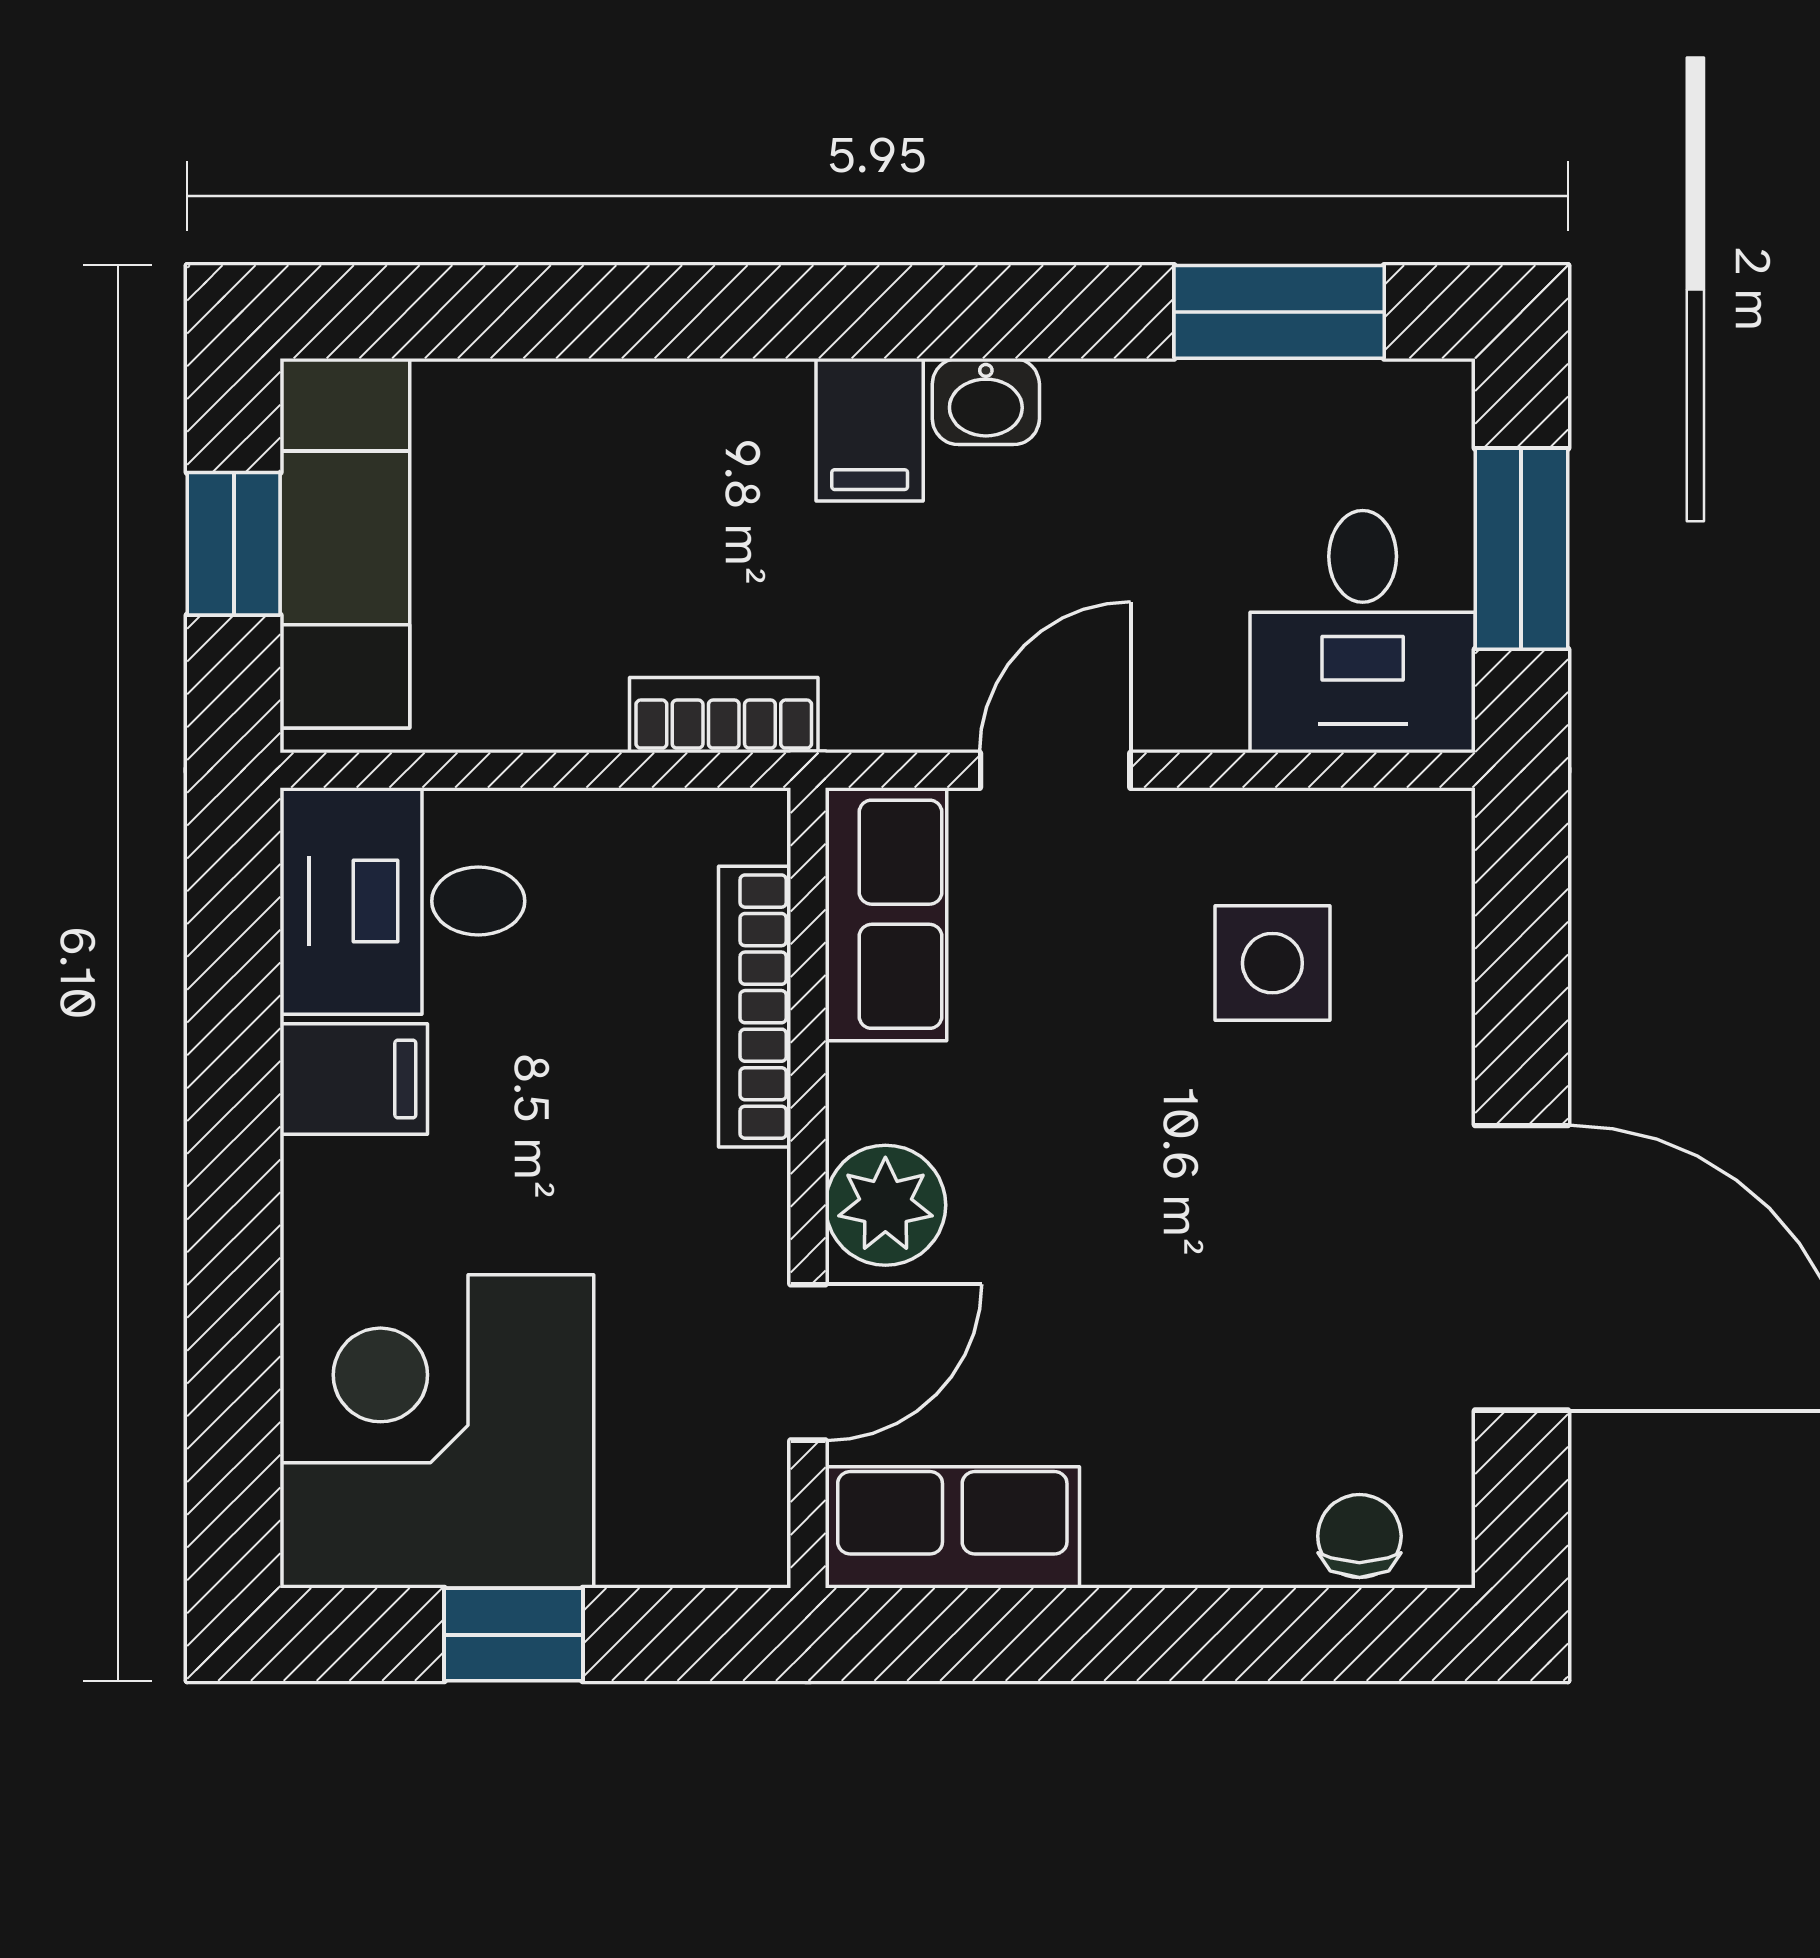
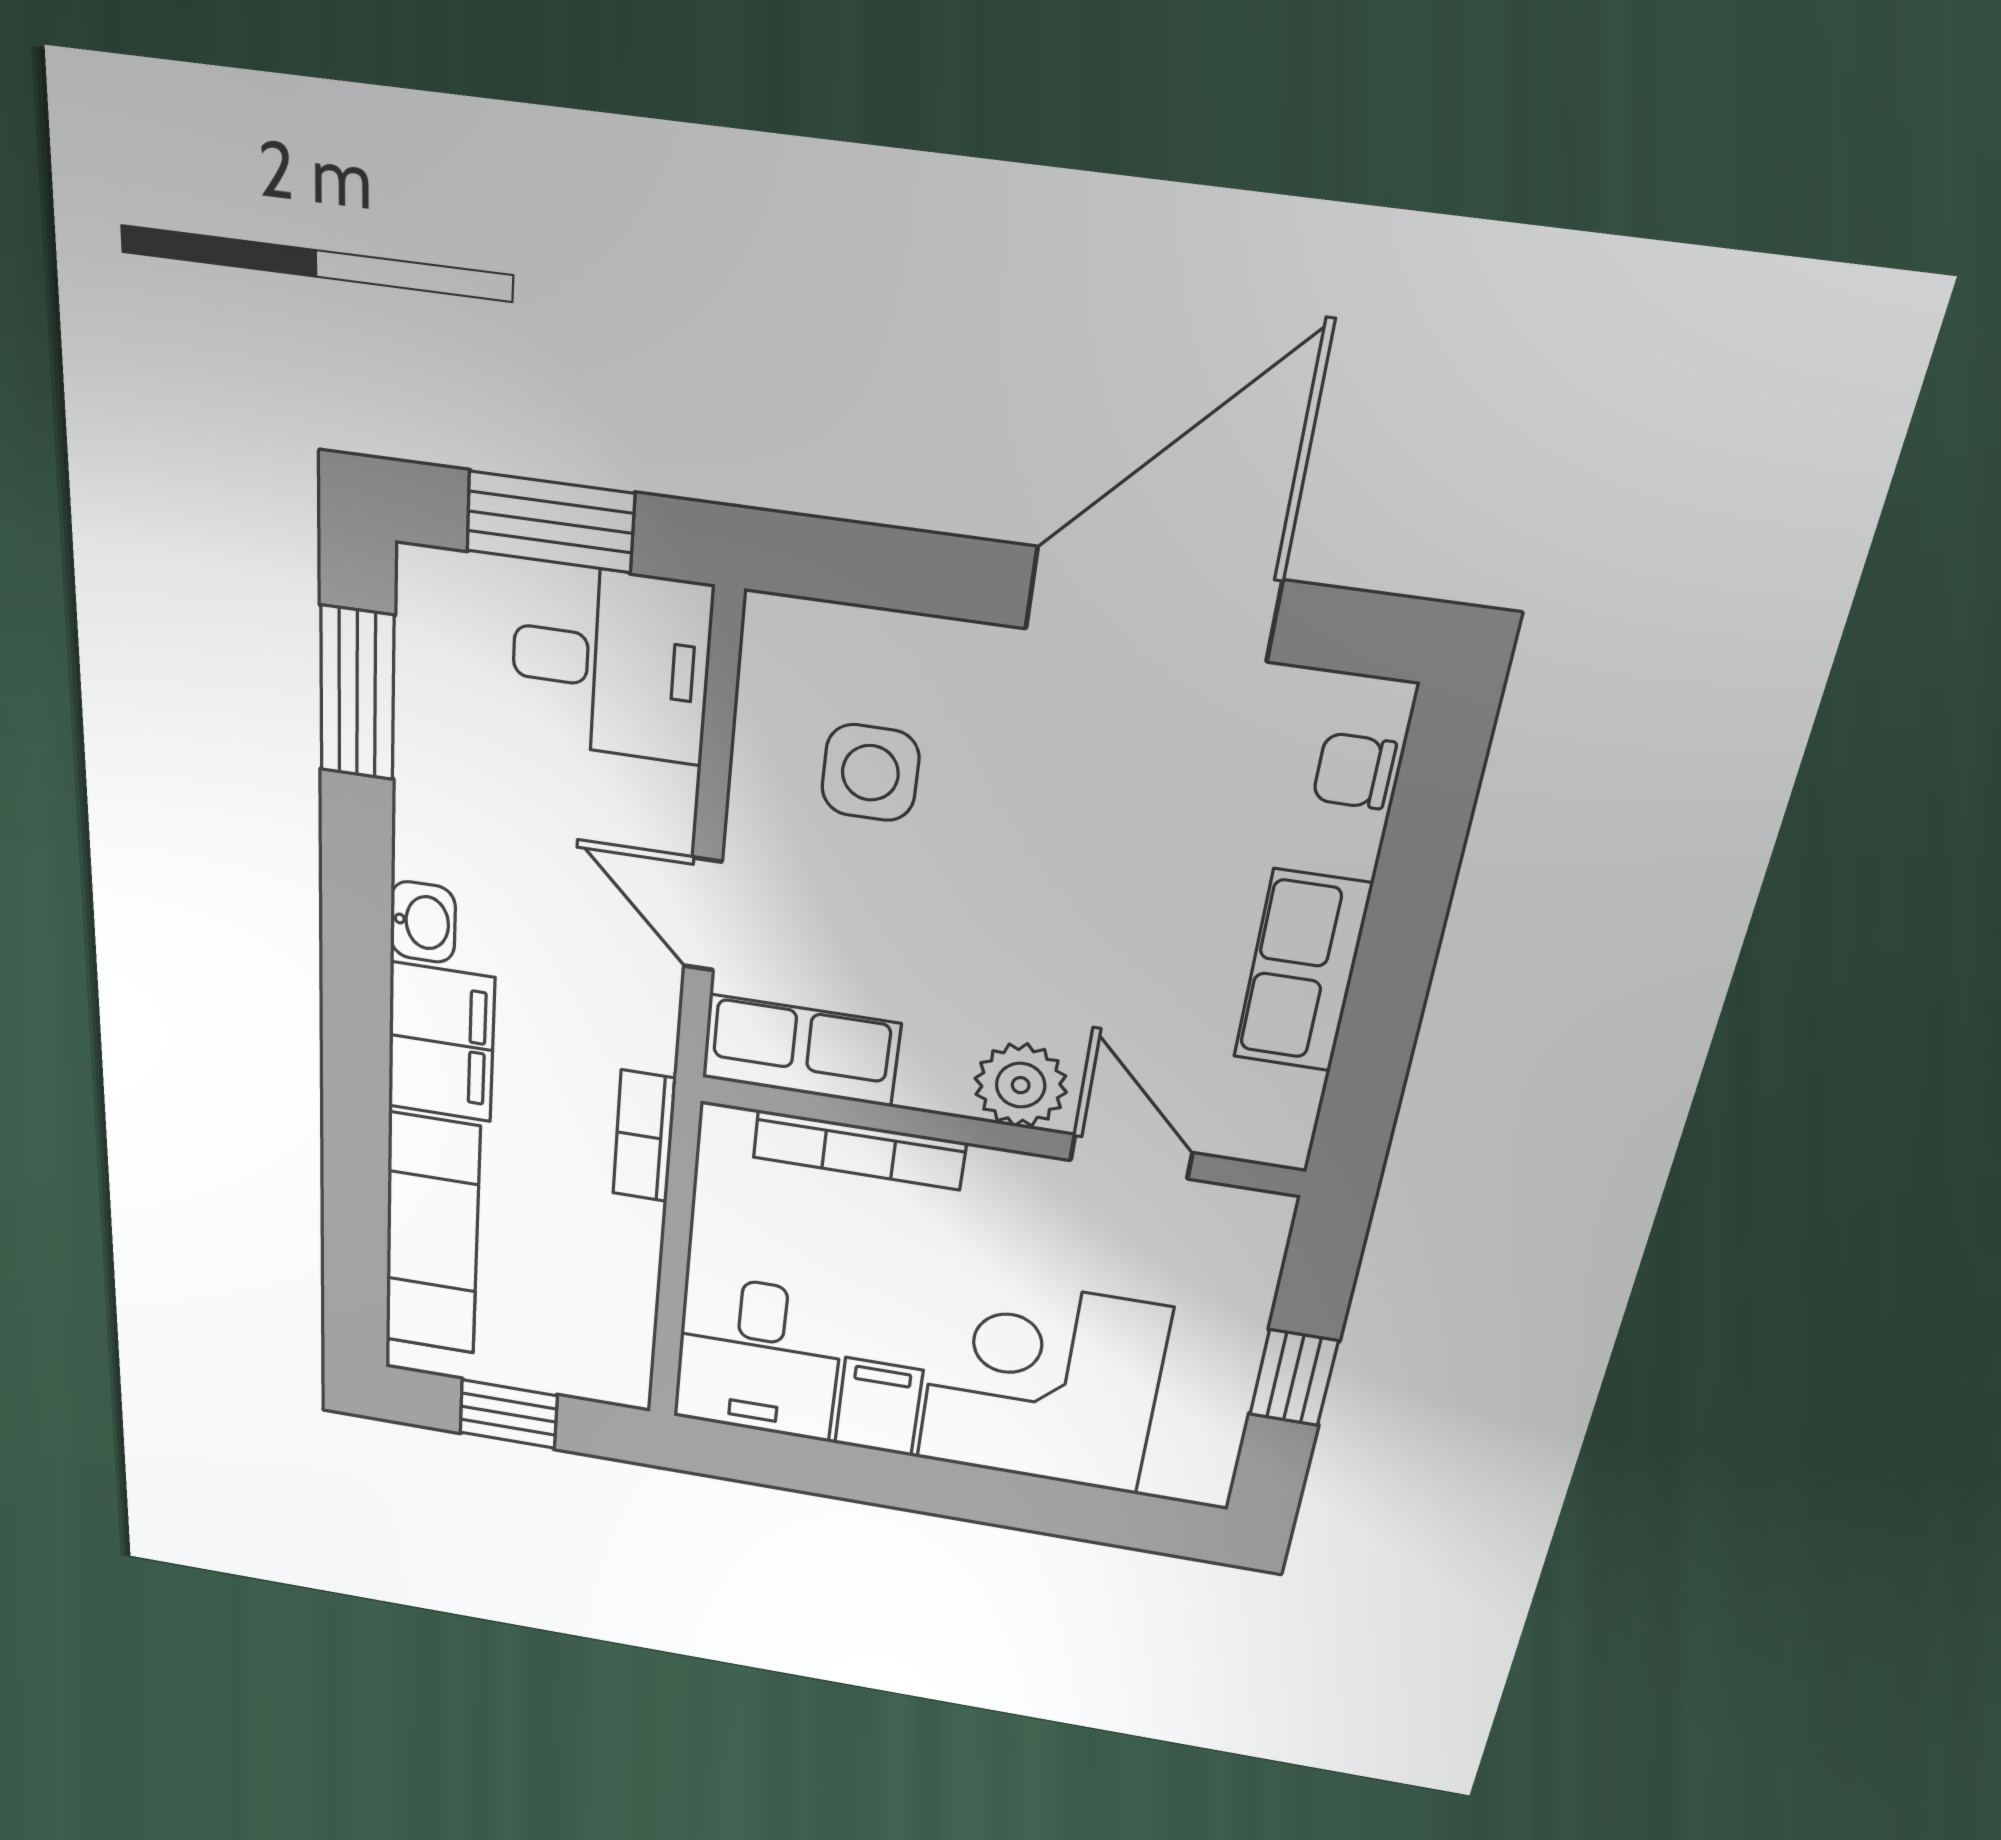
filing cabinet: (870, 430) -> (441, 1042), width x2.00
exam couch: (345, 543) -> (432, 1235), moved, turned 90
corner desk: (437, 1431) -> (1042, 1384), moved, turned 90
row of seats: (952, 1527) -> (1302, 971), moved

